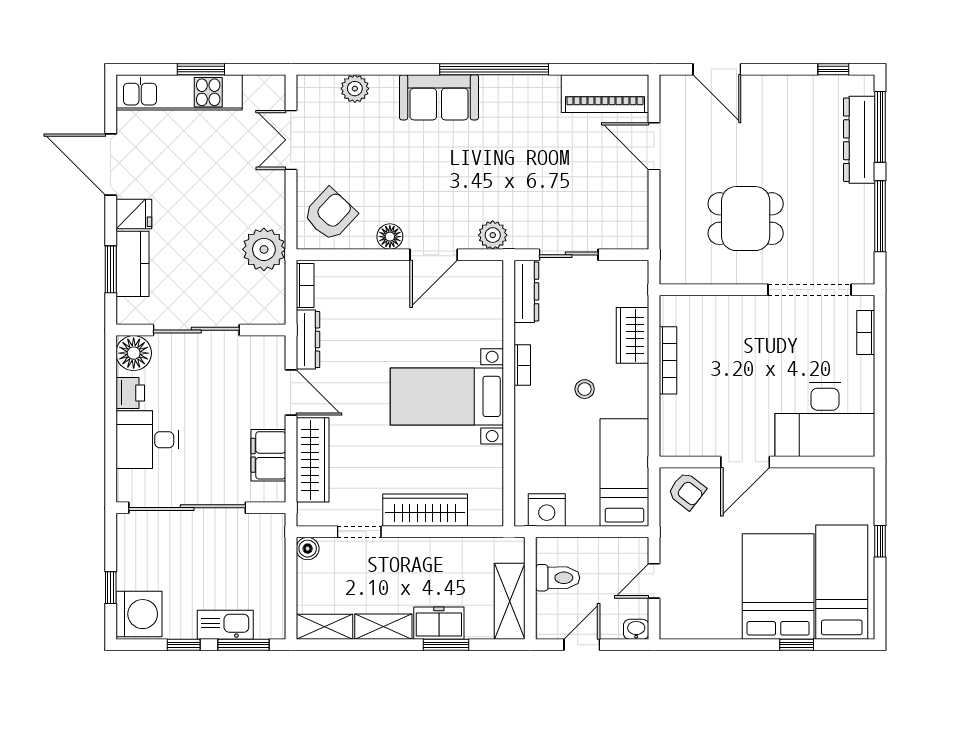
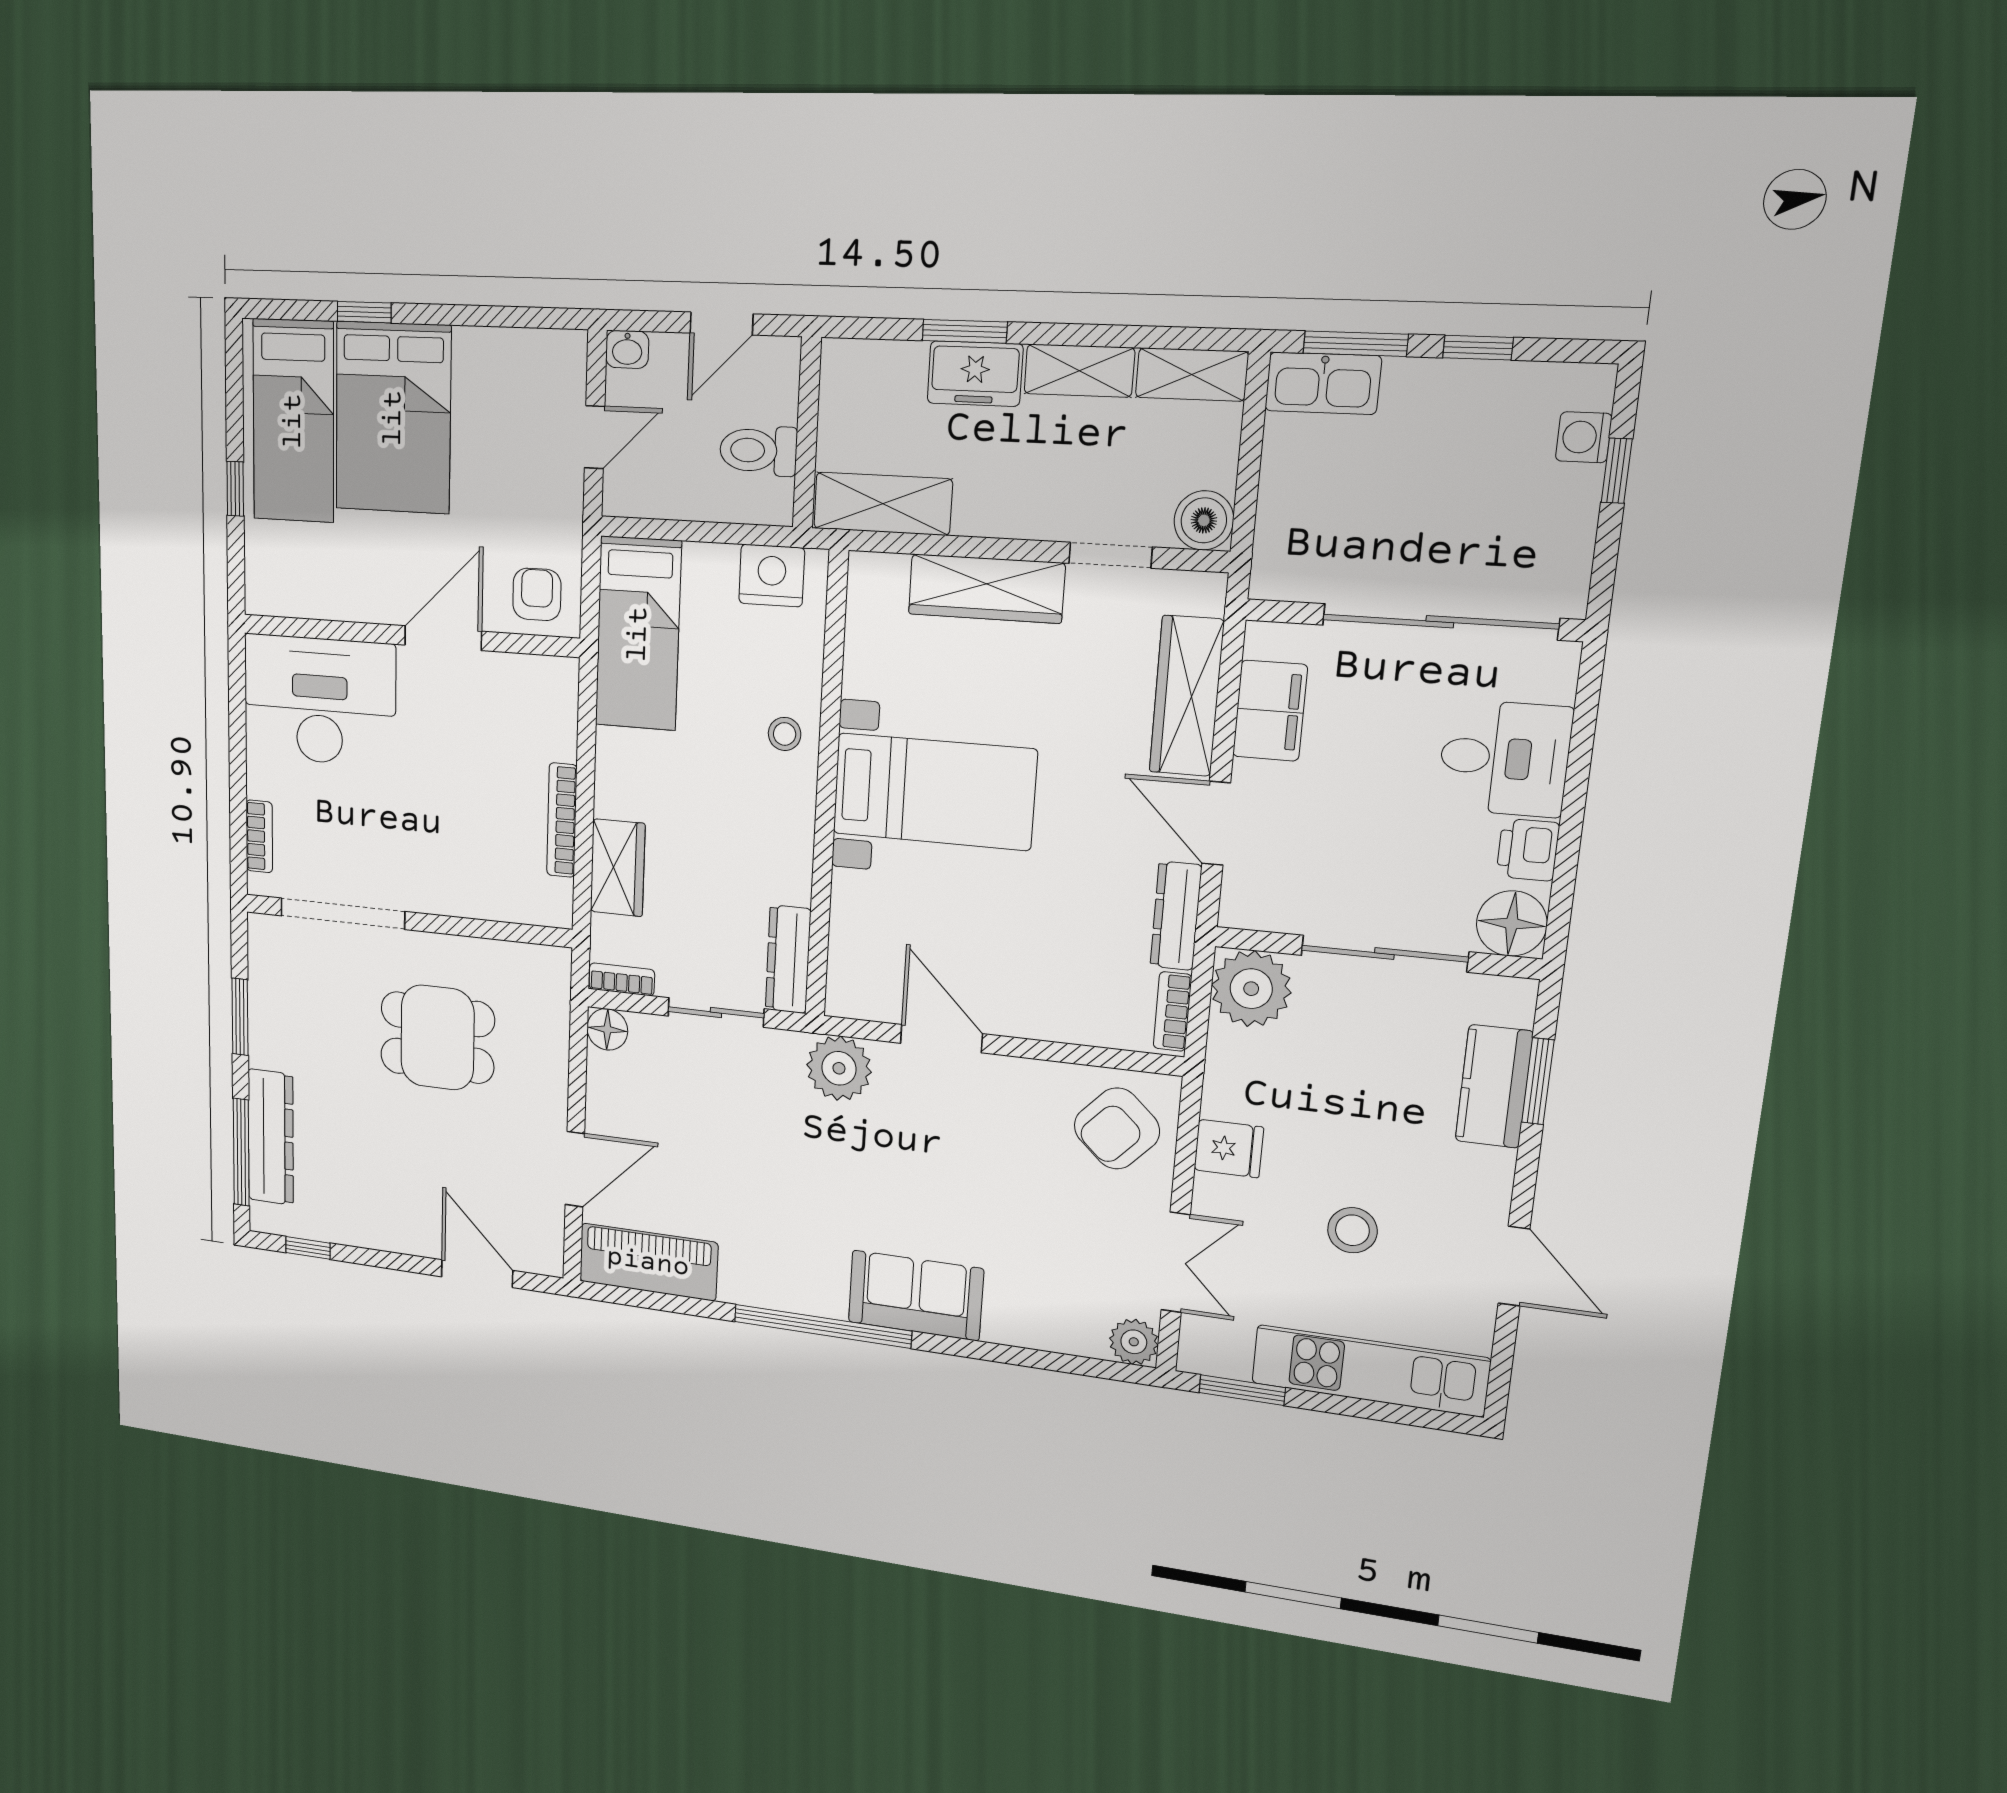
window: (201, 69) -> (1242, 1390), moved
plant: (355, 89) -> (1134, 1342), moved
door: (654, 146) -> (575, 1169), hinge flipped
door: (111, 165) -> (1514, 1266), width x0.73
stool: (197, 173) -> (1352, 1230), added
fridge: (134, 214) -> (1229, 1149), moved, turned 180
window: (880, 216) -> (240, 1017), width x0.69
plant: (493, 235) -> (839, 1068), width x1.36, depth x1.36
floor lamp: (390, 237) -> (607, 1029), moved
plant: (264, 249) -> (1251, 989), moved
door: (434, 255) -> (941, 1039), hinge flipped
bookcase: (522, 365) -> (622, 979), moved, turned 90
stool: (585, 389) -> (785, 734), moved
armchair: (687, 491) -> (537, 594), turned 52
boiler: (308, 549) -> (1204, 520), width x1.36, depth x1.36
shelving: (510, 601) -> (883, 504), moved, turned 90
washing machine: (139, 614) -> (1584, 437), width x0.53, depth x0.53
kitchen sink: (225, 625) -> (1323, 383), moved

